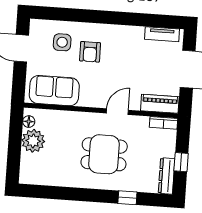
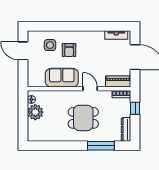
sofa: (54, 91) -> (62, 78), moved
door: (117, 112) -> (90, 89), hinge flipped
window: (181, 162) -> (135, 108), moved
window: (127, 198) -> (101, 146), width x2.17

